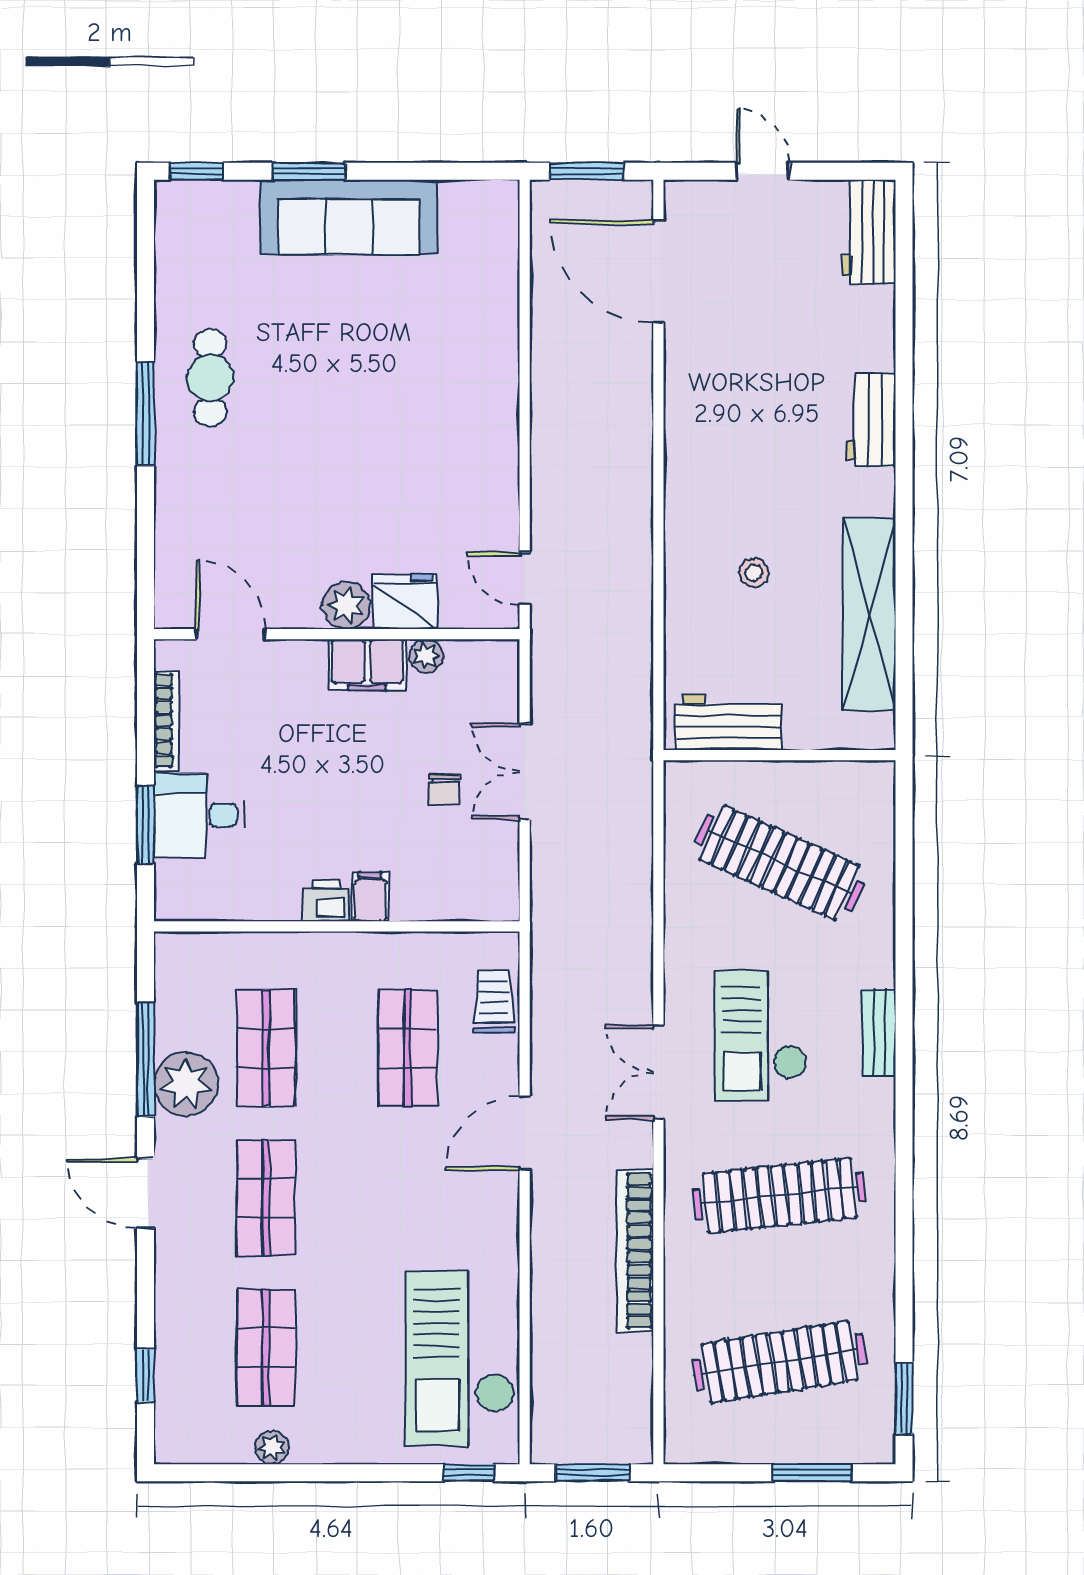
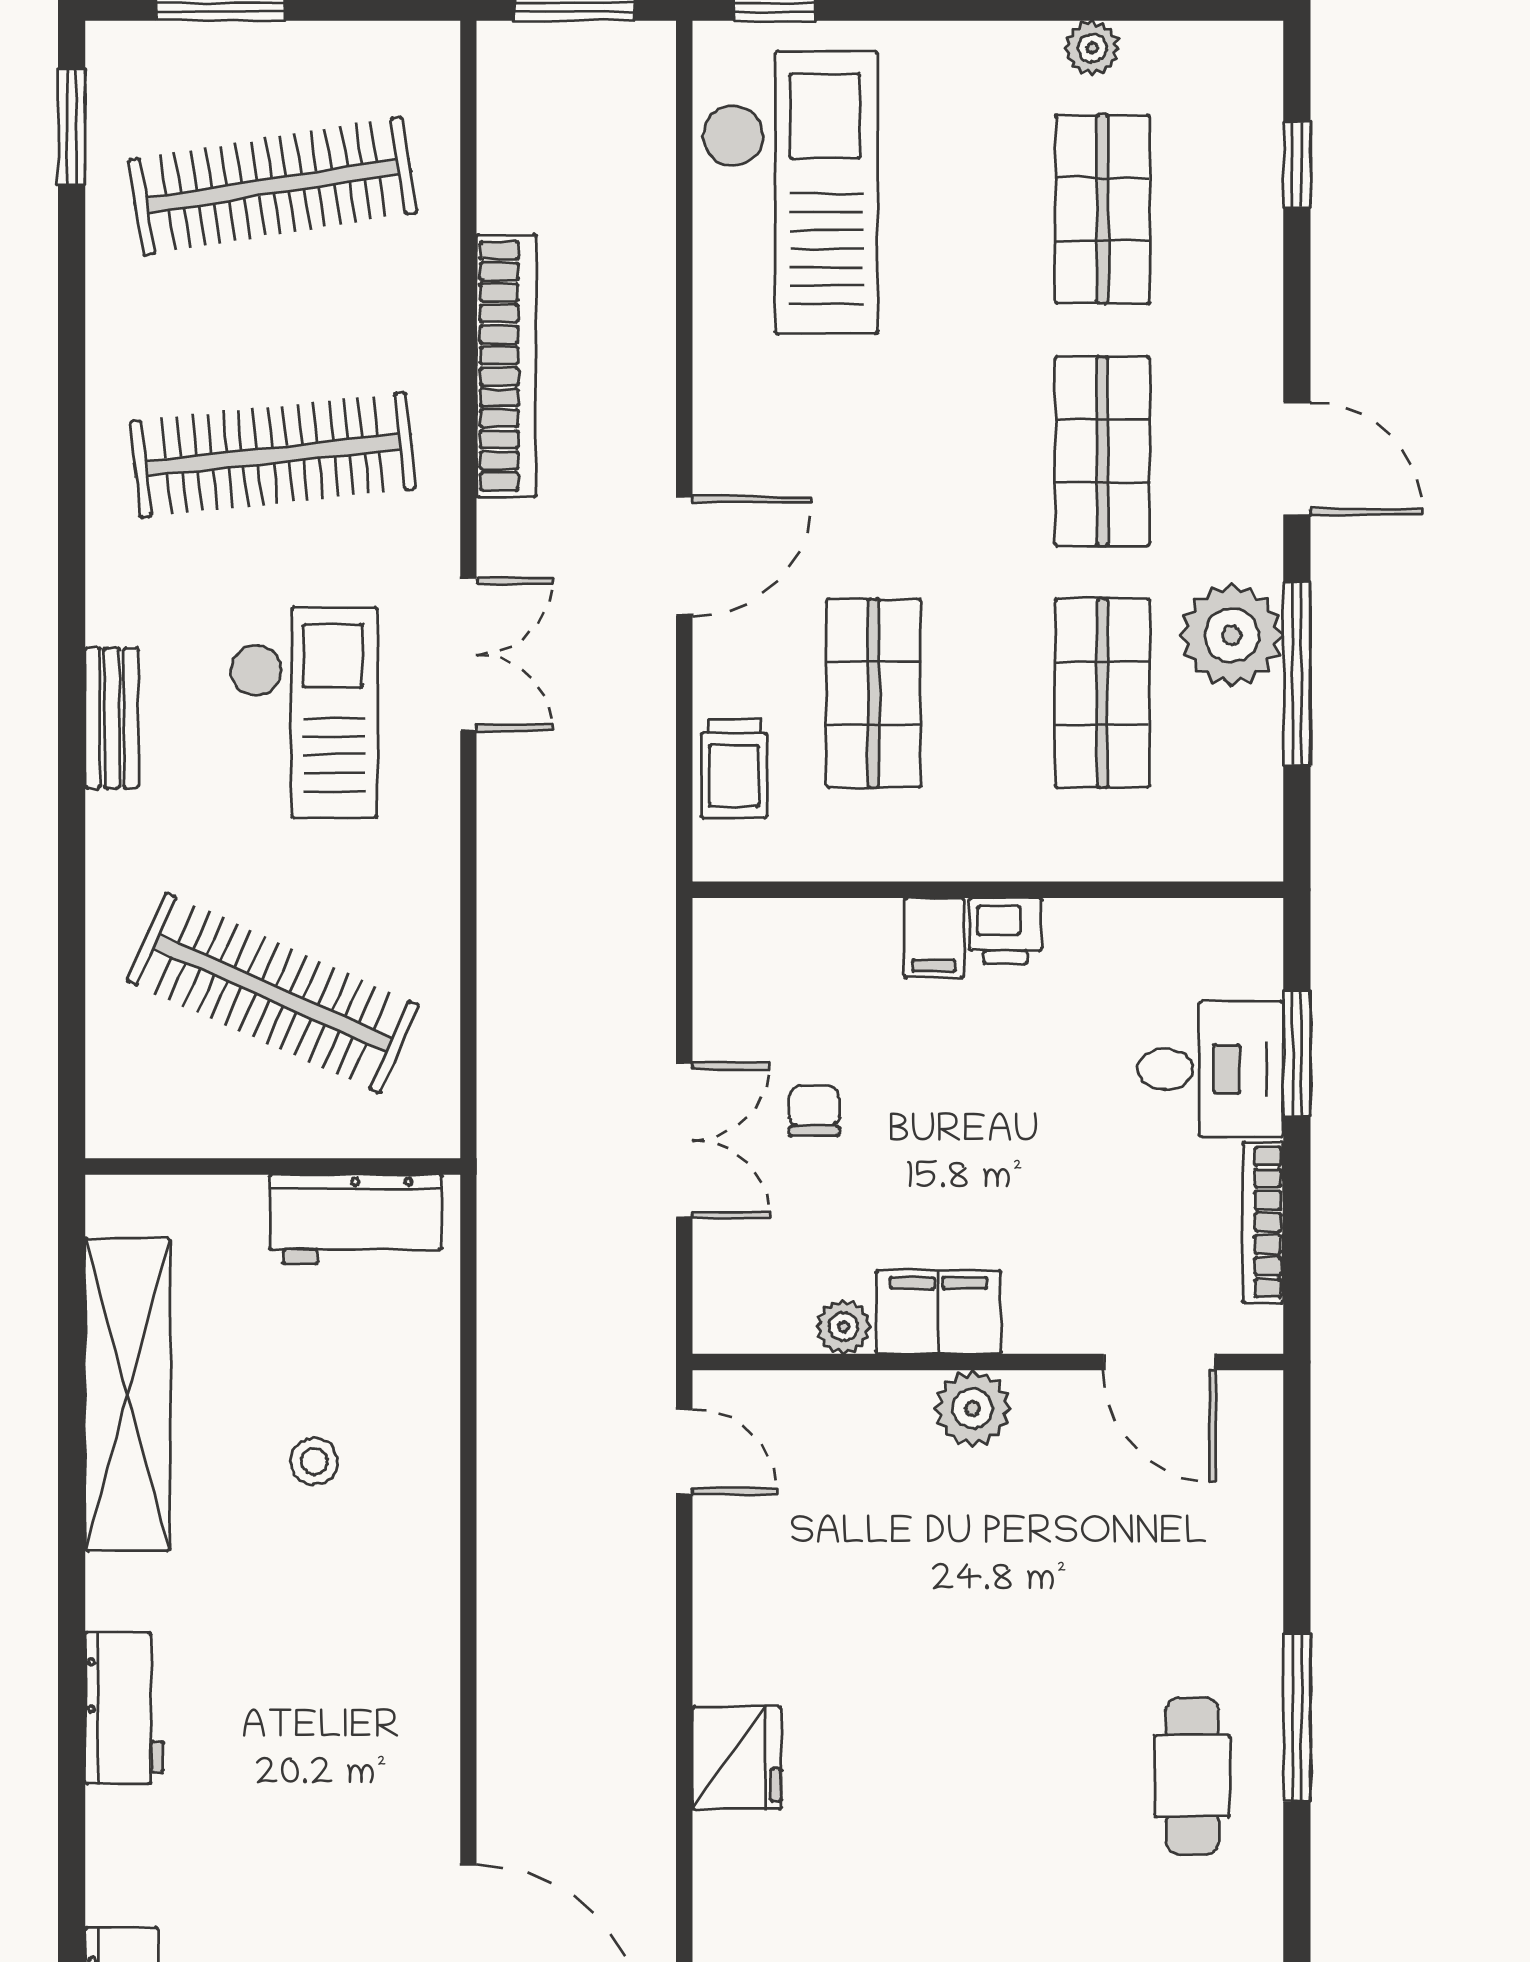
fridge: (405, 602) -> (737, 1758), moved, turned -90

